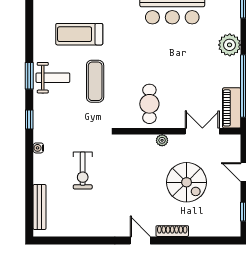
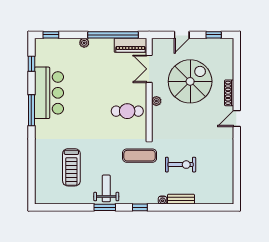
plant: (230, 45) -> (84, 43), width x0.53, depth x0.53
exercise mat: (95, 81) -> (140, 156), moved
spiral stairs: (187, 182) -> (190, 81), width x1.37, depth x1.37
bench: (40, 207) -> (181, 199), moved, width x0.73

